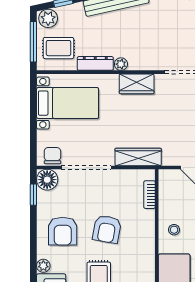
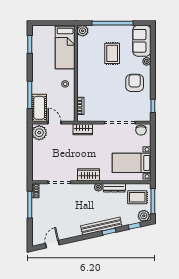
wardrobe: (138, 157) -> (83, 129), width x0.67
floor lamp: (47, 180) -> (144, 115), removed
armchair: (107, 229) -> (107, 84), removed

